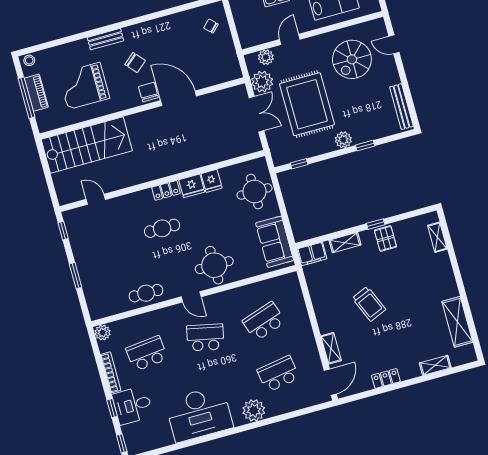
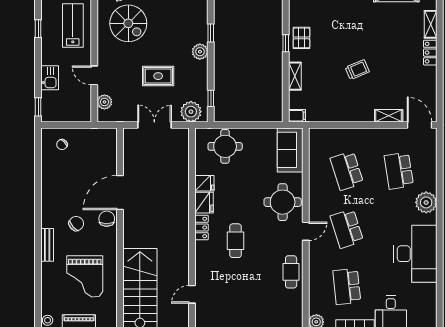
plant: (262, 82) -> (191, 112), moved
chair: (148, 92) -> (107, 219), turned 90
rug: (307, 104) -> (158, 76), width x0.54, depth x0.49
pallet: (385, 239) -> (301, 38), turned 90
sofa: (275, 242) -> (290, 150), moved, turned 90
filing cabinet: (312, 254) -> (297, 116), width x0.50
trolley: (369, 304) -> (357, 70), width x0.73, depth x0.72
school desk: (205, 337) -> (347, 229), turned -30
locker: (386, 378) -> (430, 53), moved

